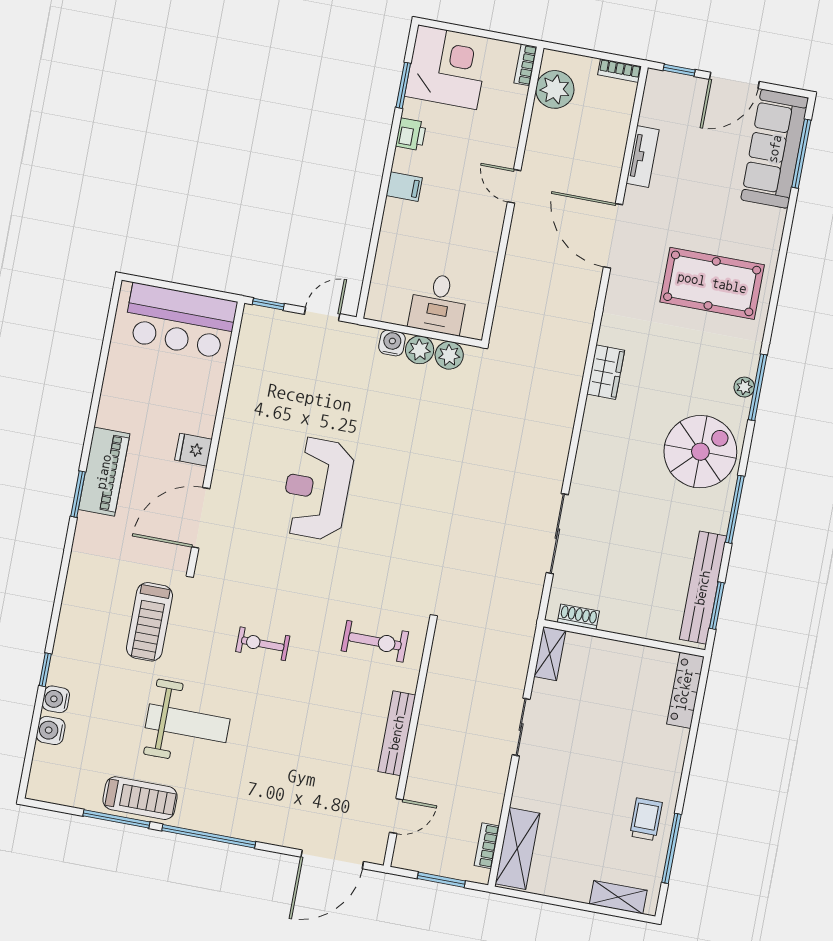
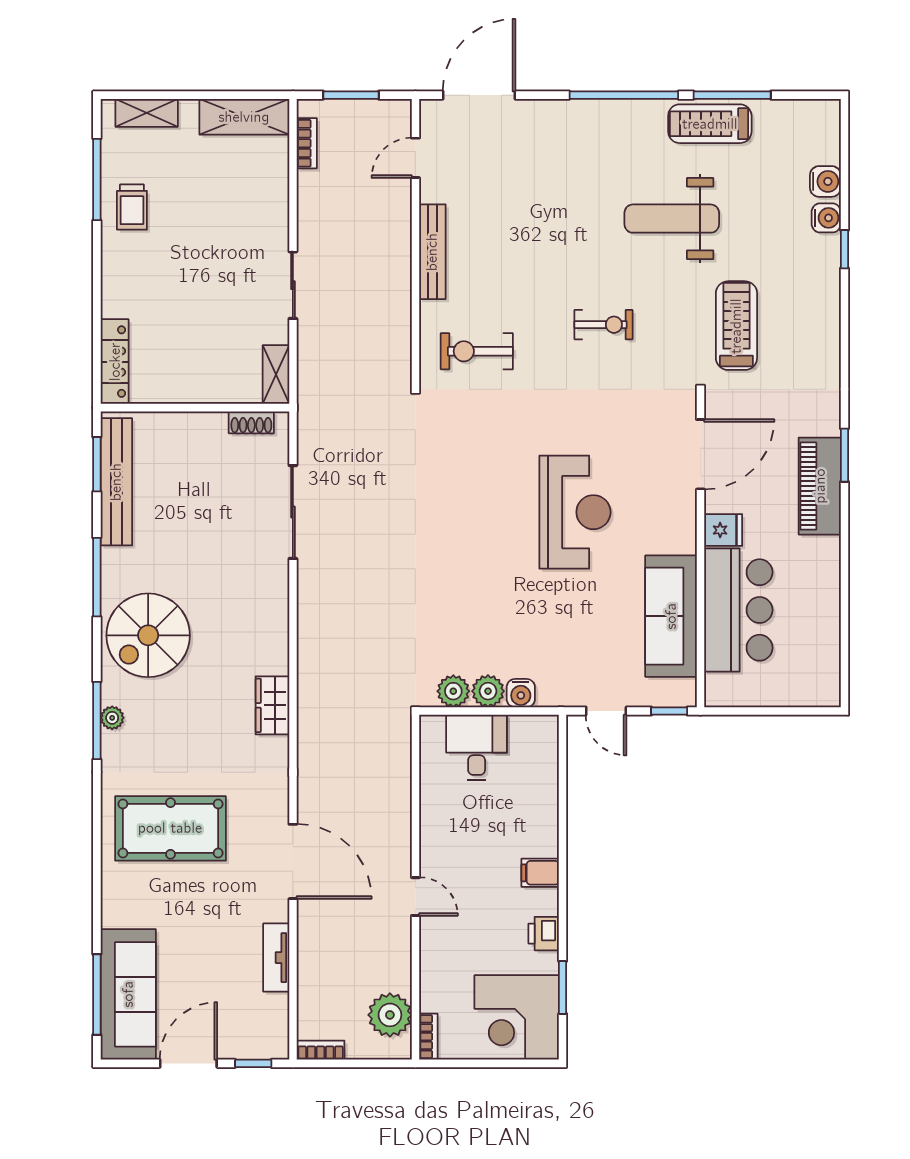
door: (322, 314) -> (606, 711), hinge flipped
bar counter: (180, 321) -> (738, 610), moved, turned 90
sofa: (252, 385) -> (671, 616), added
shelving: (517, 849) -> (244, 117), moved, turned 90

